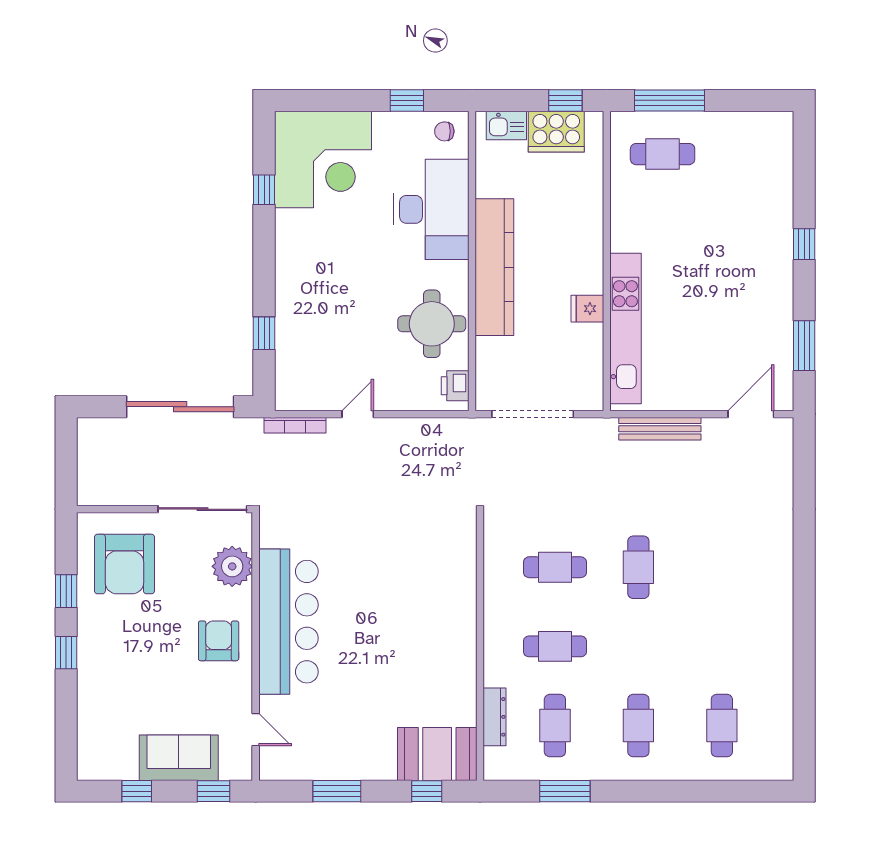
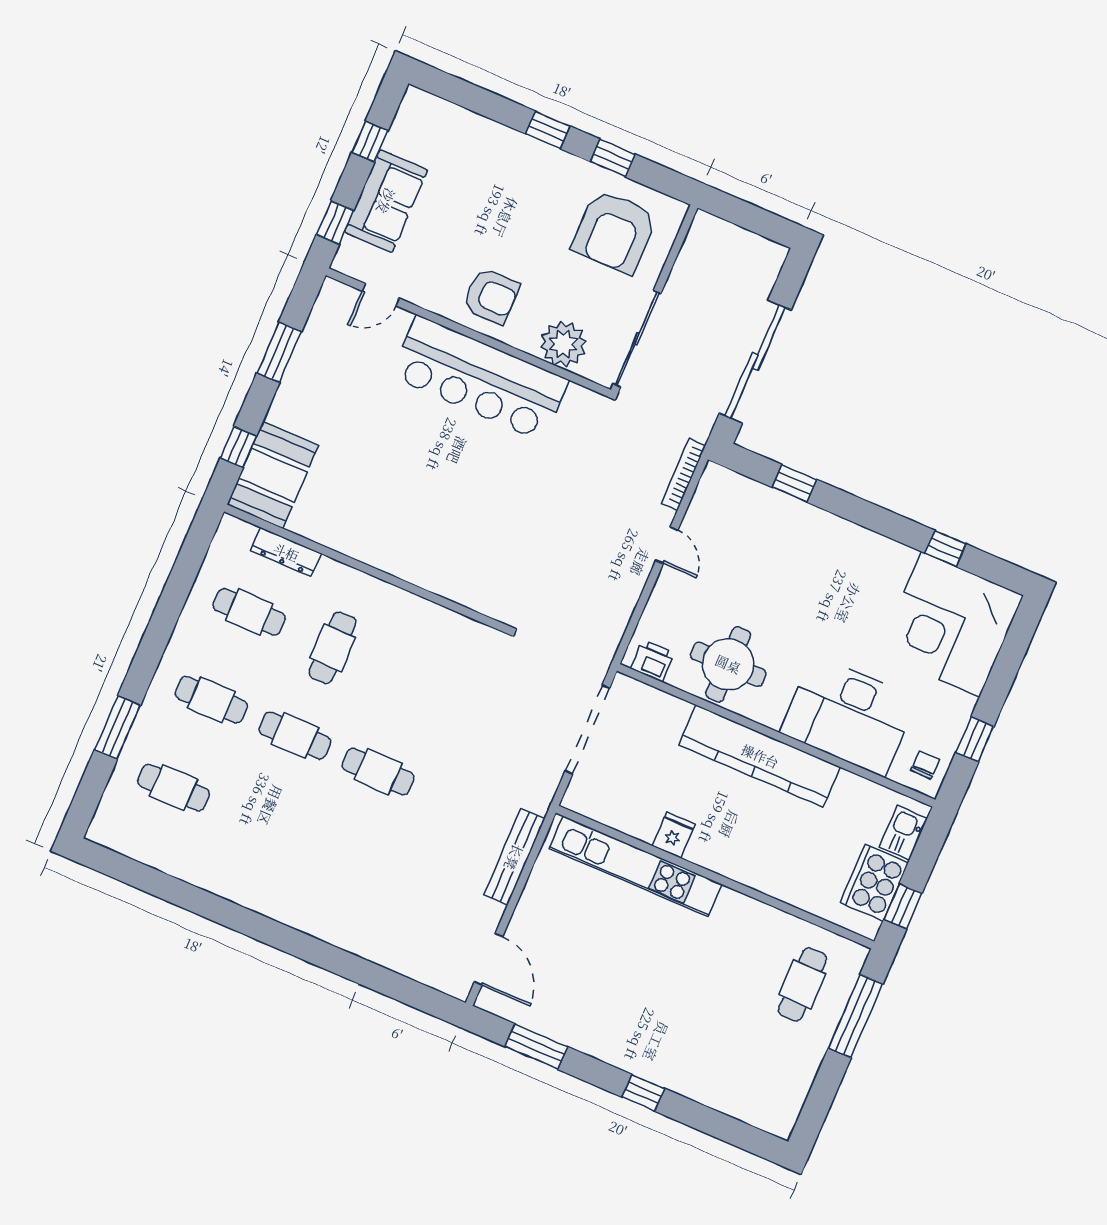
armchair: (124, 564) -> (615, 232), turned -90
cafe table: (555, 567) -> (295, 736), moved, turned 90
window: (565, 791) -> (118, 727), moved

